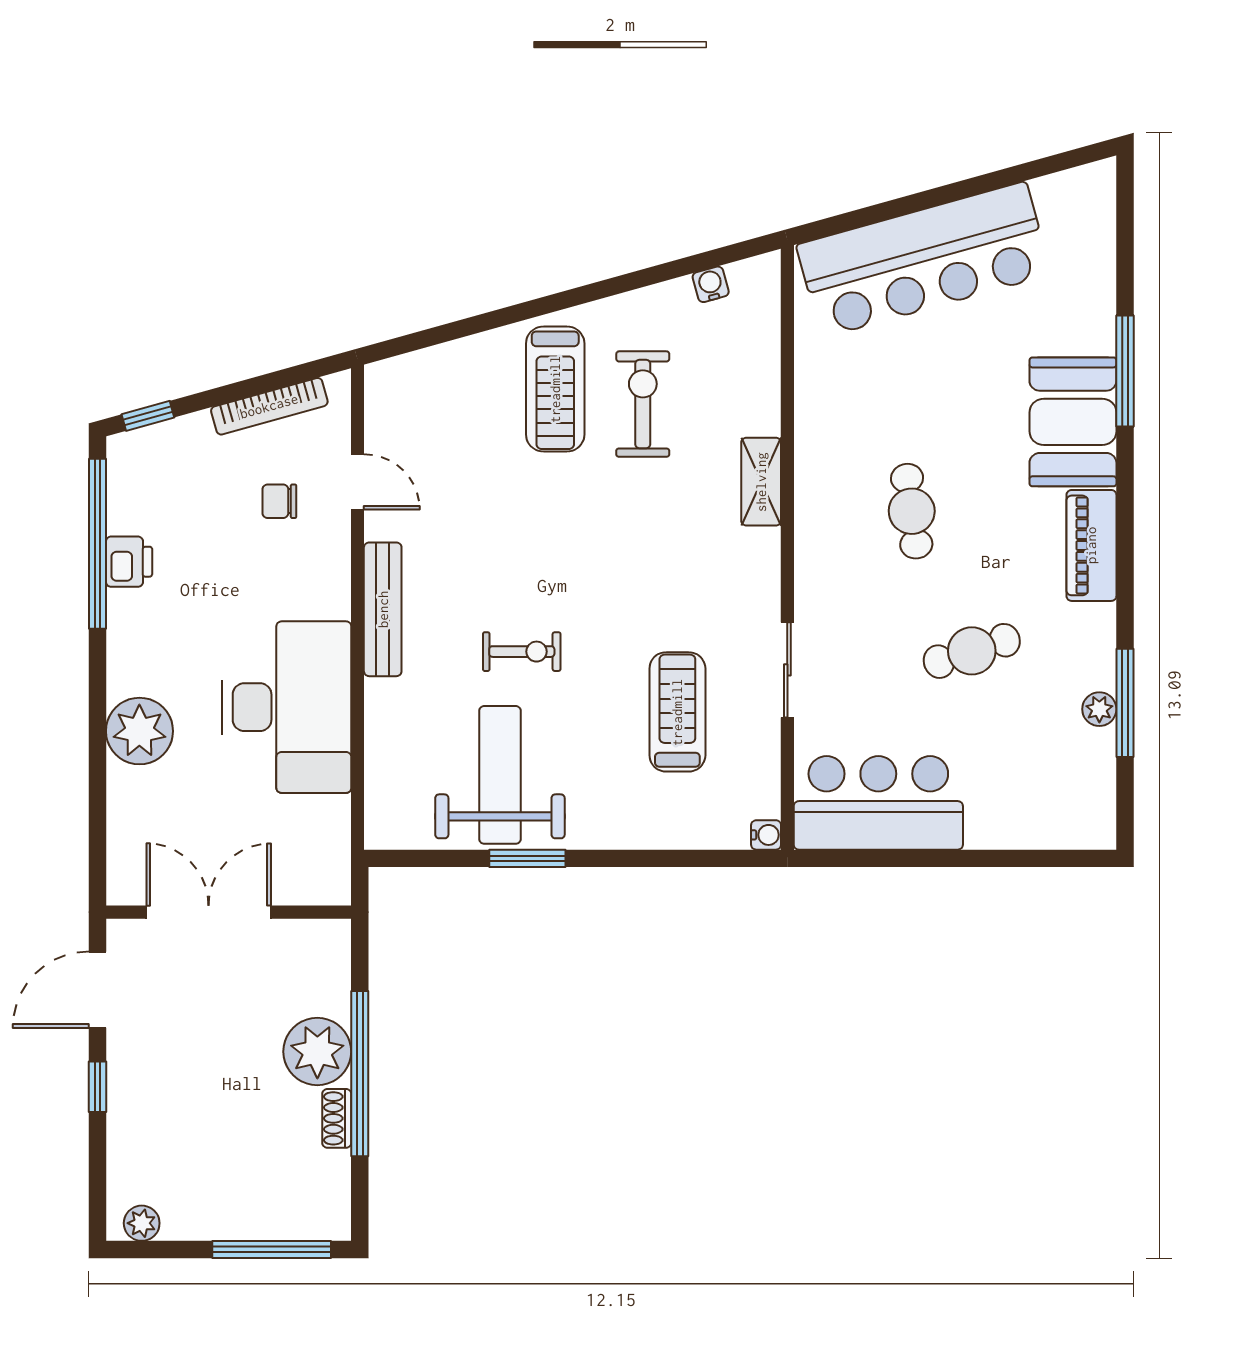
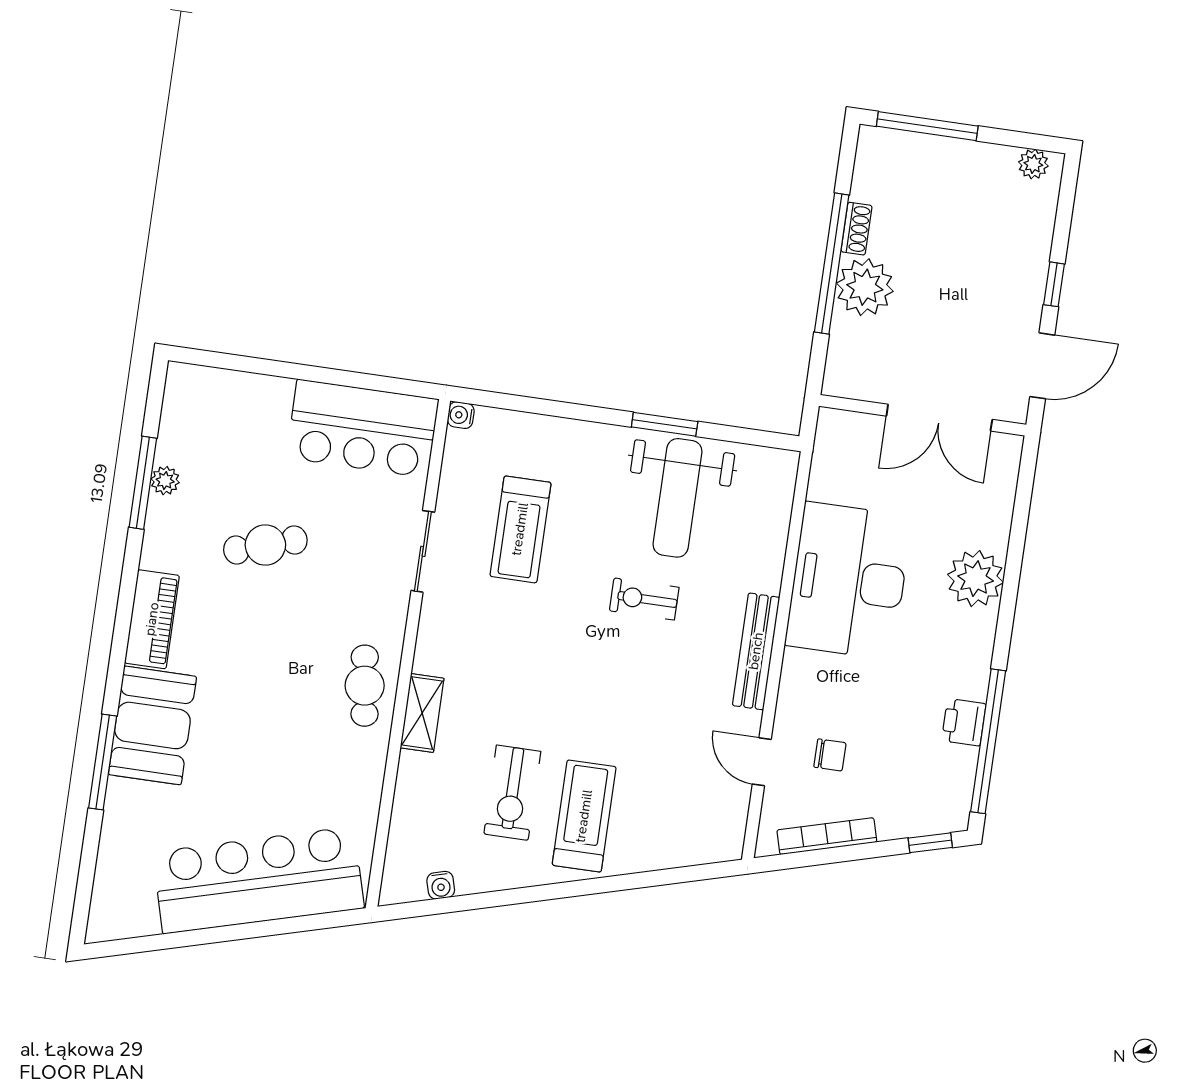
cafe table: (912, 511) -> (365, 686), moved

